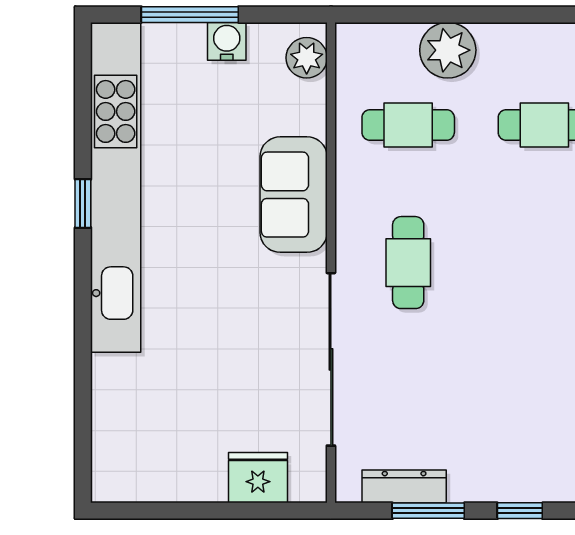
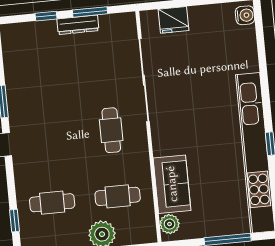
water cooler: (227, 41) -> (245, 15), moved, turned -90
sofa: (294, 195) -> (172, 184), moved
dresser: (404, 486) -> (78, 25), moved

